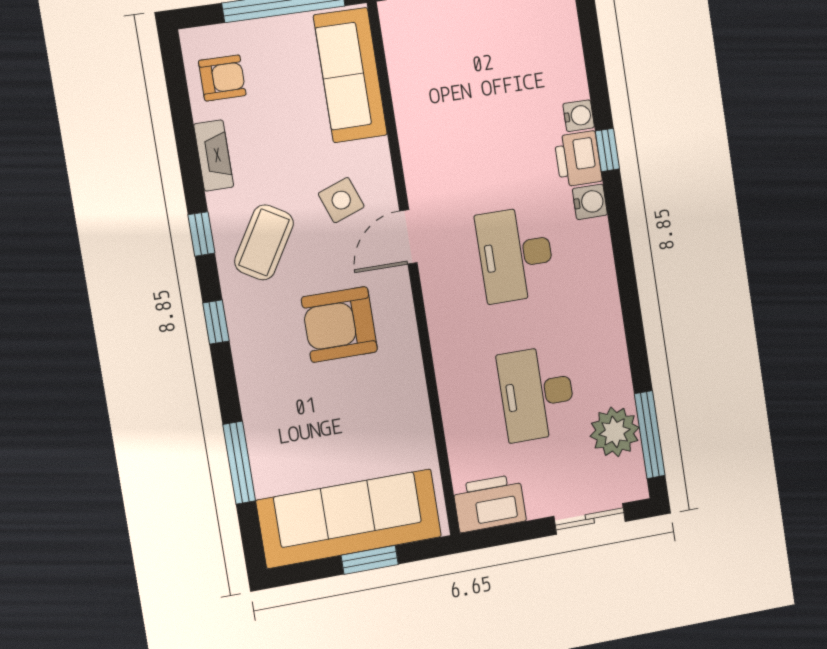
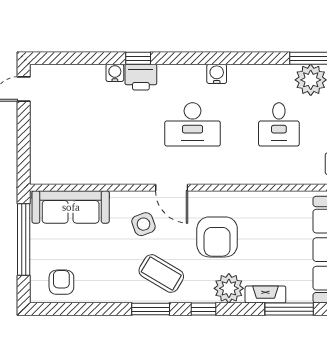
fireplace: (214, 156) -> (265, 295), moved
water cooler: (590, 202) -> (217, 74), moved
window: (201, 234) -> (151, 309), width x1.50
plant: (258, 358) -> (229, 288), added
desk: (537, 394) -> (279, 124), width x0.73

